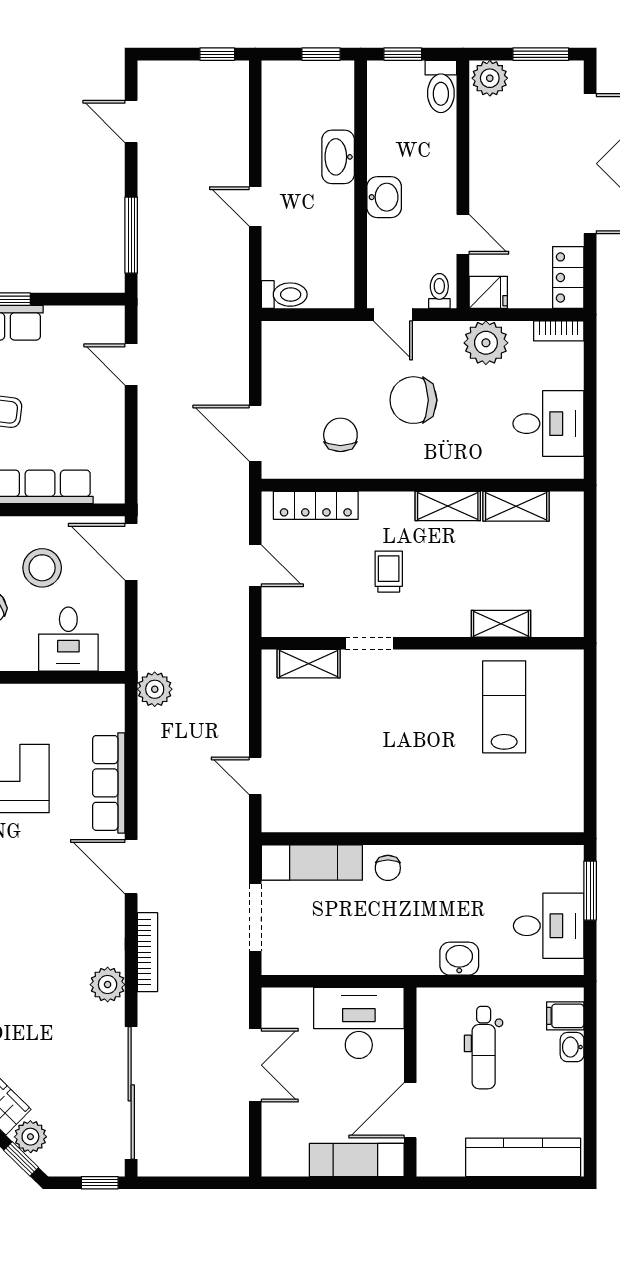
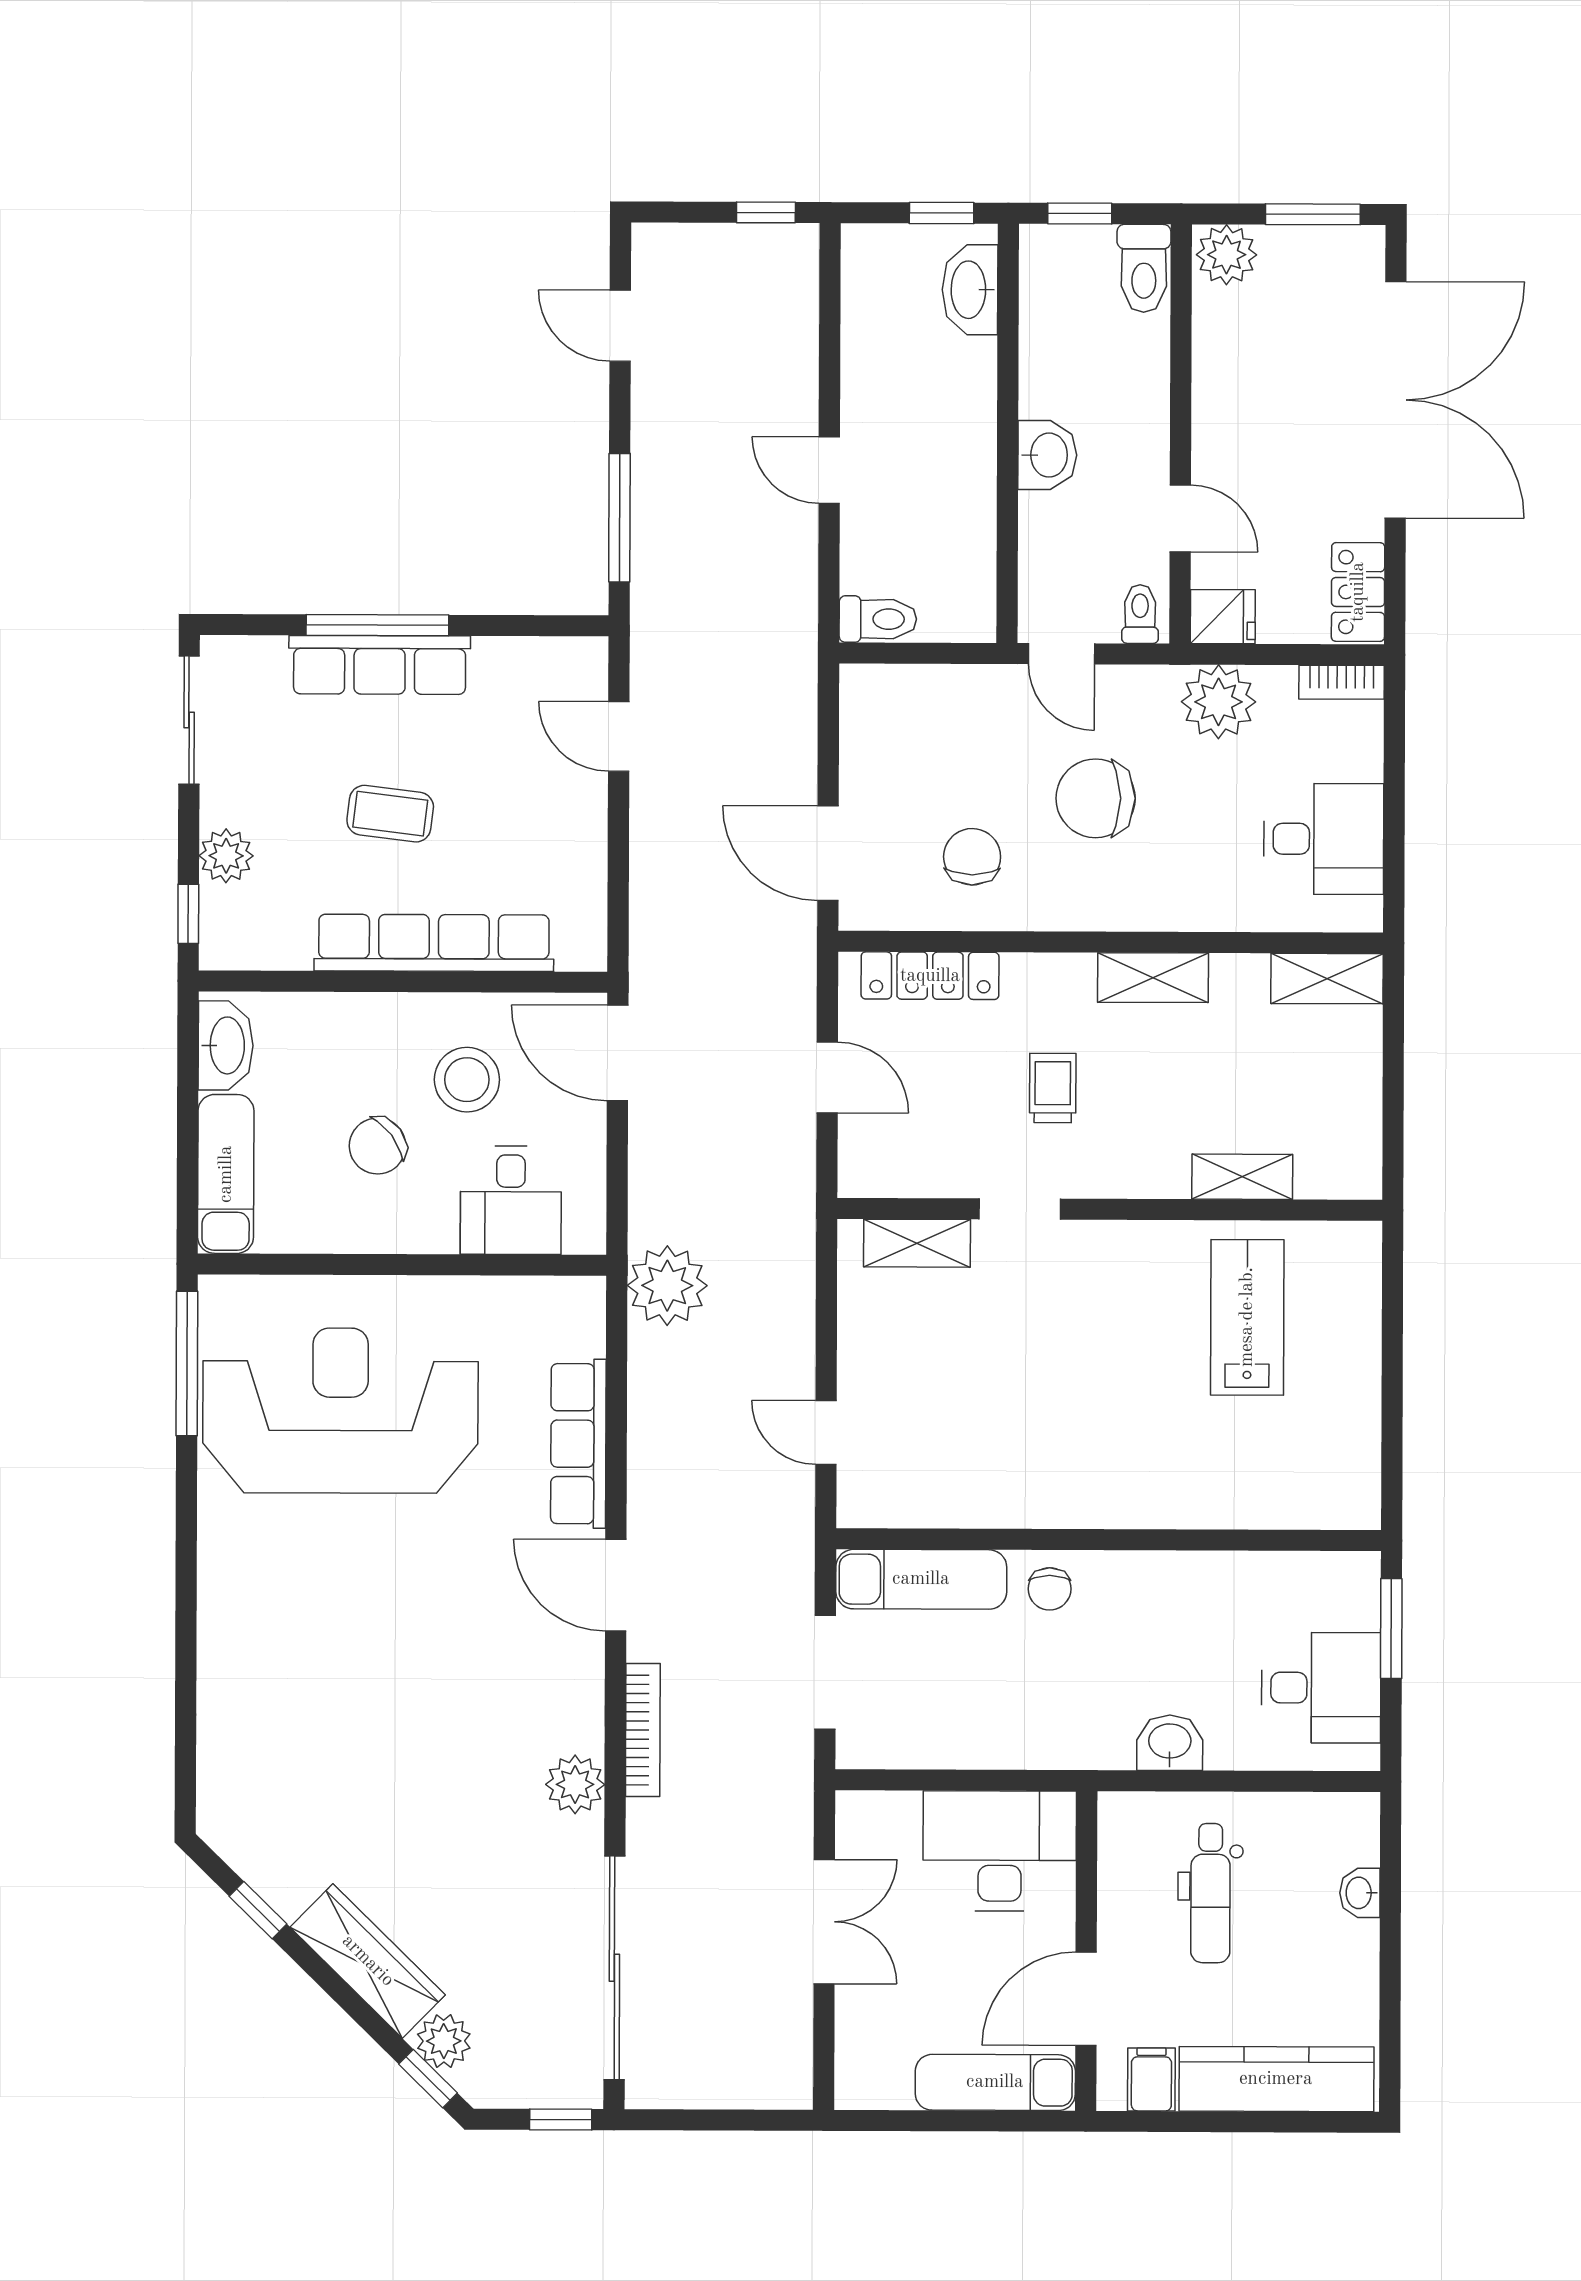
washbasin: (338, 157) -> (970, 290), moved
shelving: (516, 506) -> (1327, 979), moved
plant: (155, 689) -> (667, 1286), width x1.36, depth x1.36
filing cabinet: (565, 1016) -> (1151, 2079), moved, turned 90

